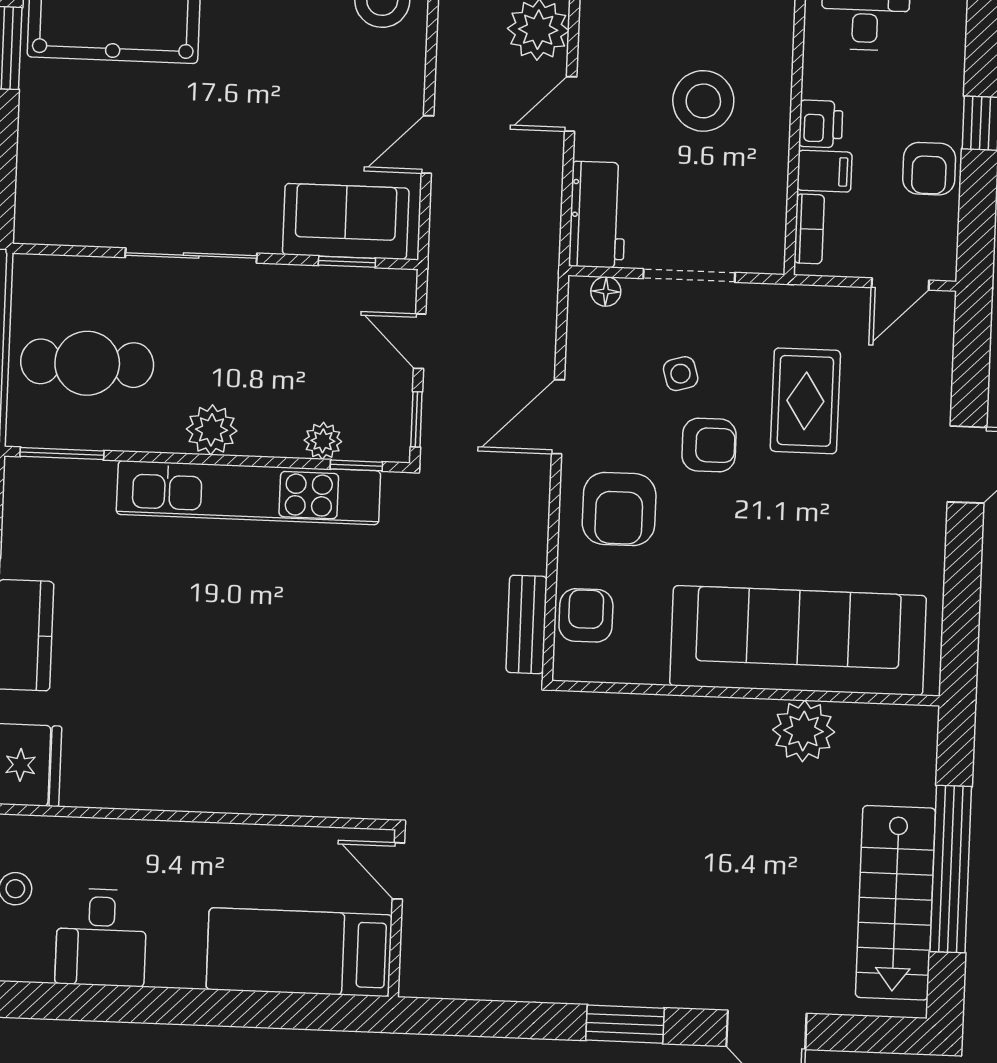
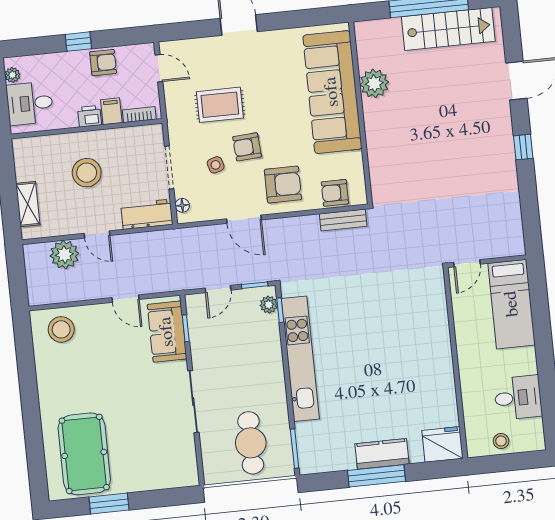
plant: (212, 430) -> (273, 380), removed
plant: (323, 441) -> (269, 305), moved
armchair: (709, 445) -> (247, 147), turned -94
window: (625, 1024) -> (523, 147), width x0.67

